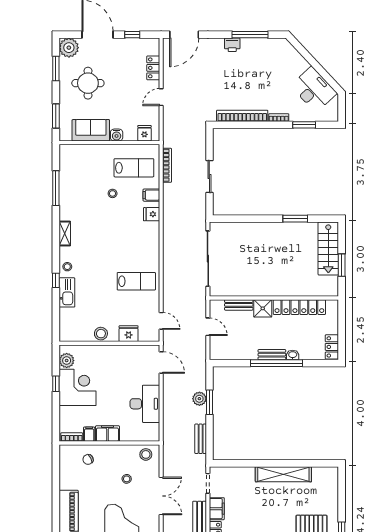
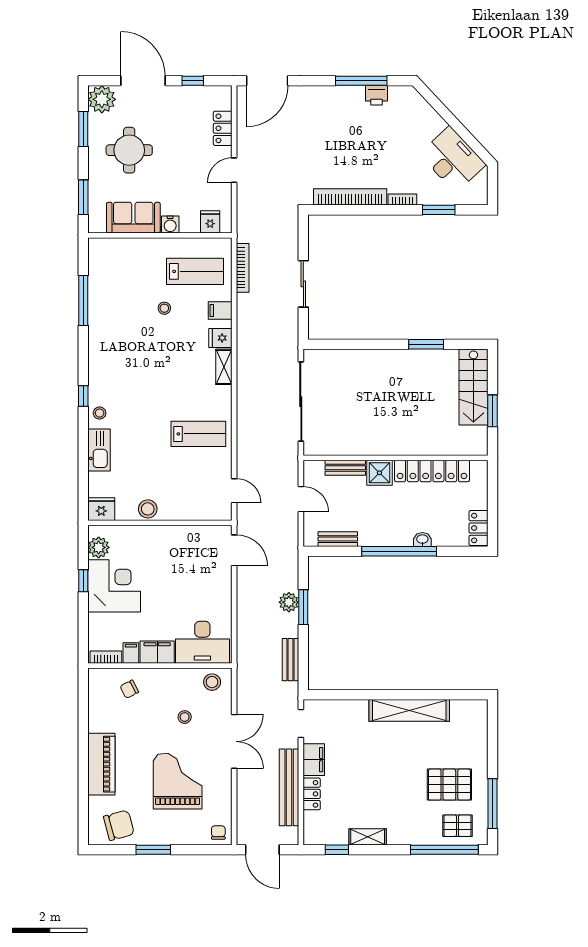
printer: (232, 45) -> (376, 95), moved
shelving: (65, 234) -> (224, 367), moved
window: (56, 280) -> (83, 396), moved
fridge: (129, 334) -> (101, 509), moved
bench: (272, 355) -> (338, 539), moved
desk: (145, 404) -> (202, 642), moved, turned 90

